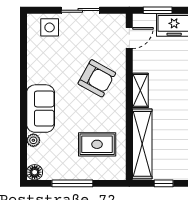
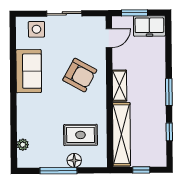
sofa: (41, 109) -> (29, 71), moved
plant: (33, 140) -> (23, 145), moved
floor lamp: (35, 172) -> (74, 160), moved

